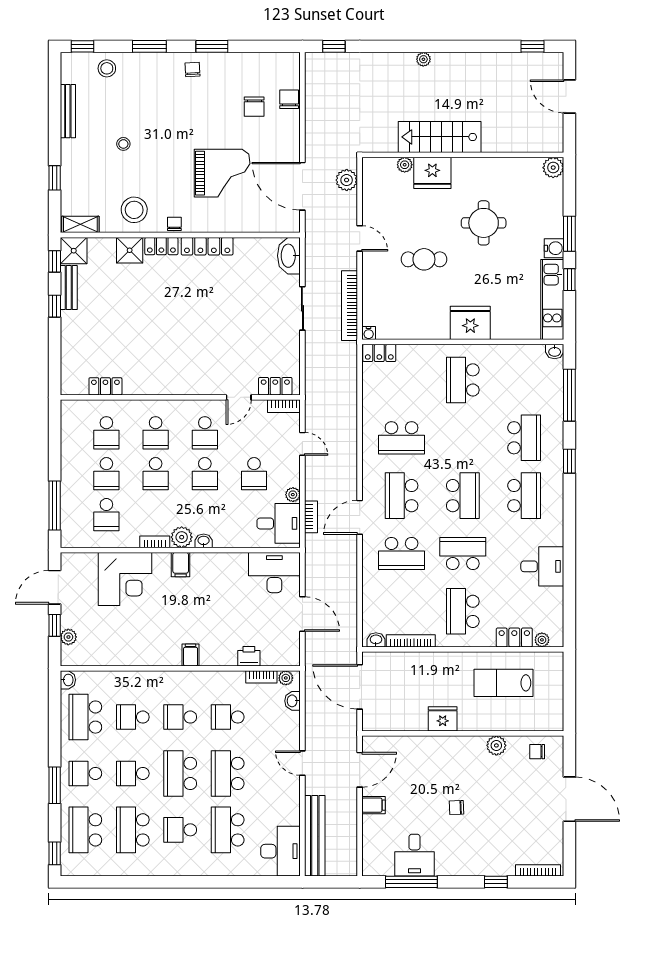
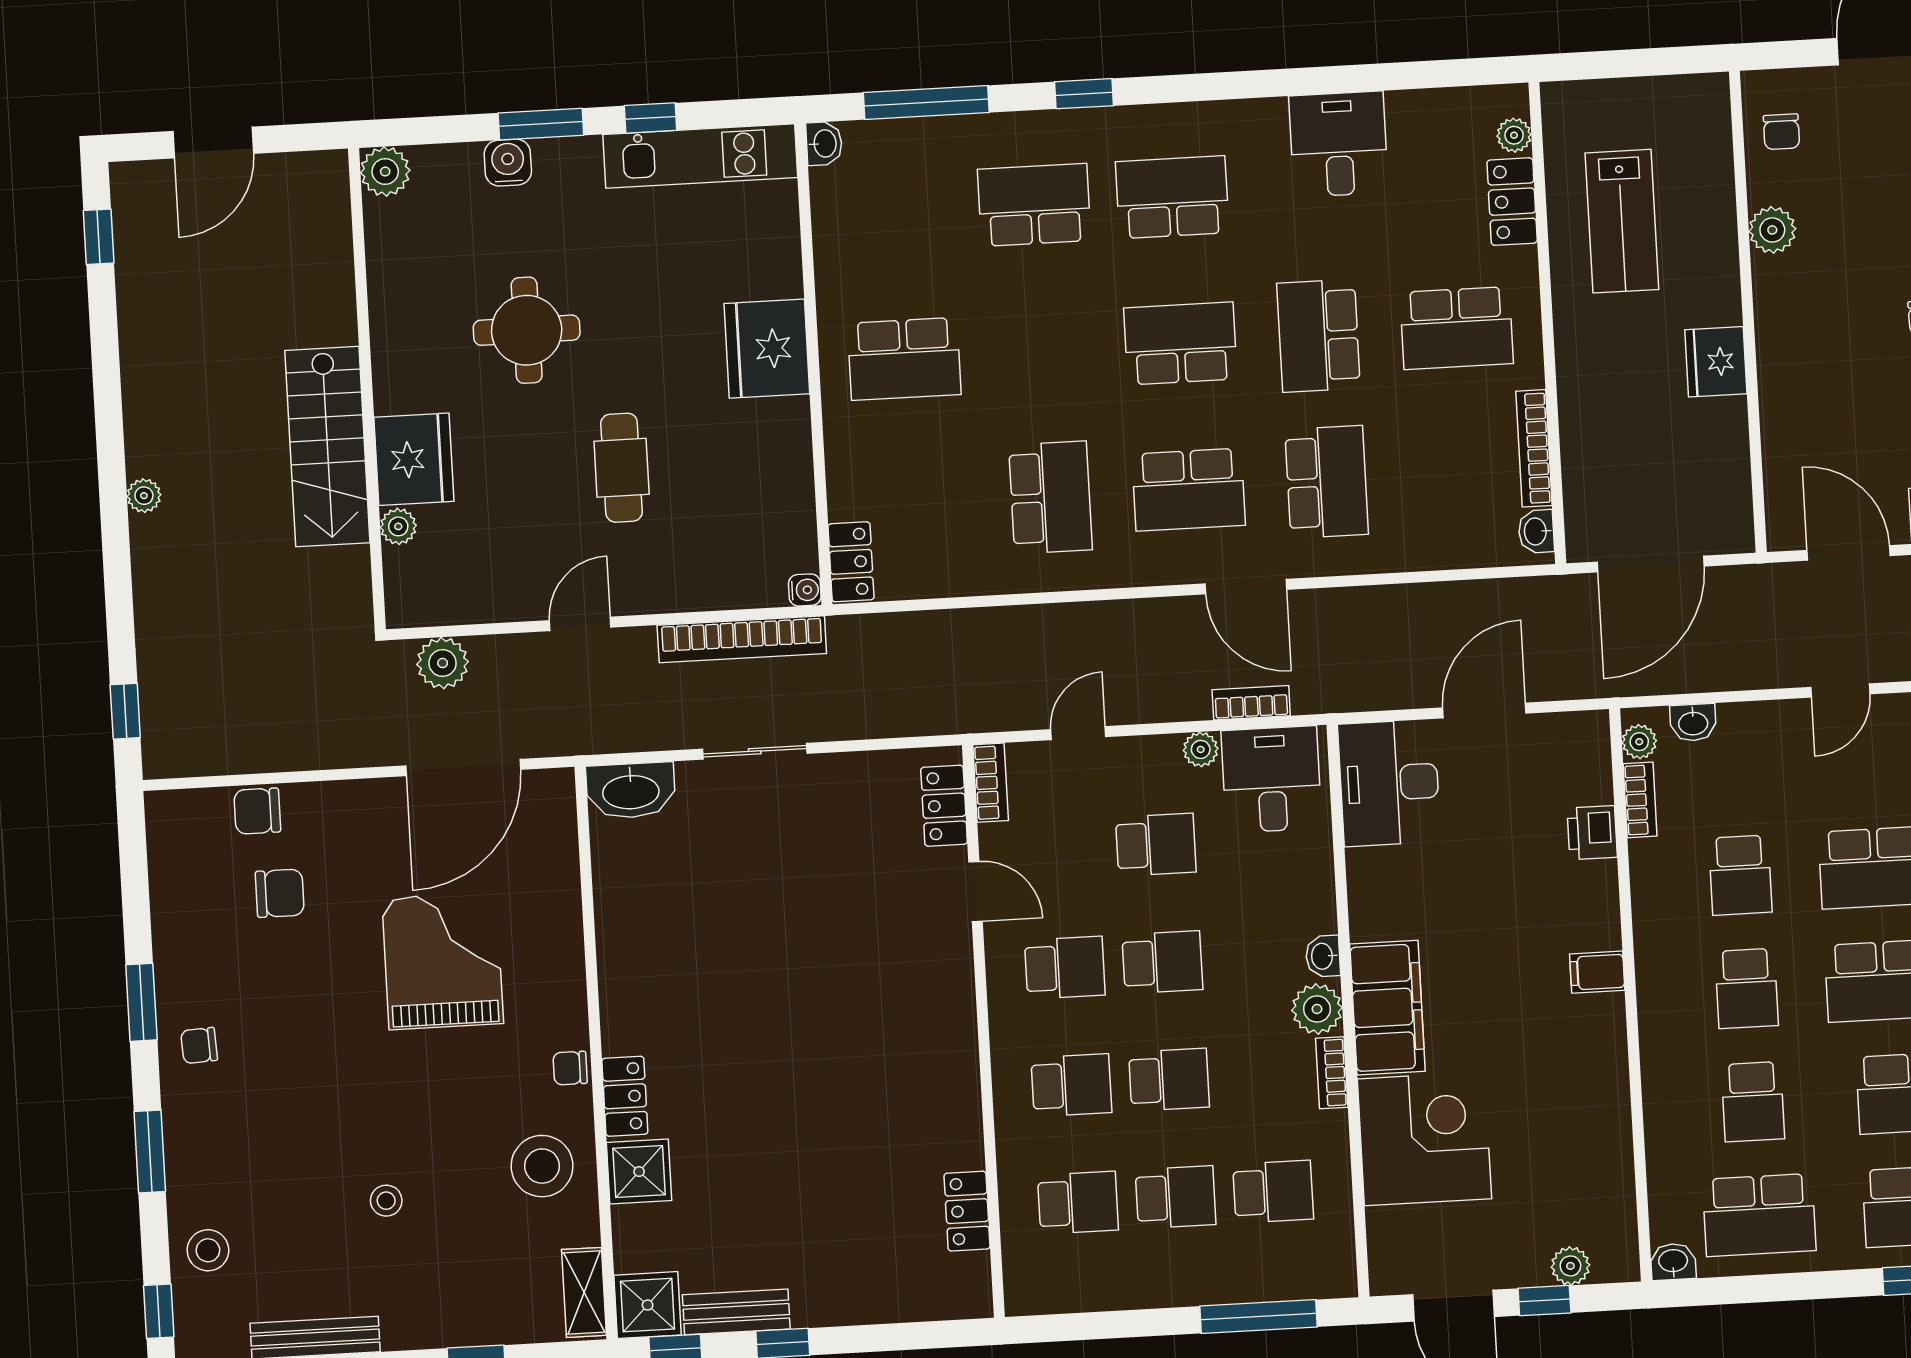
locker: (207, 246) -> (619, 987), removed
water cooler: (554, 248) -> (508, 163), moved
filing cabinet: (181, 565) -> (1387, 1008), width x3.00, depth x1.17

